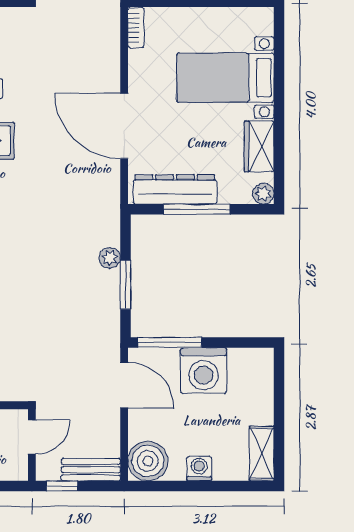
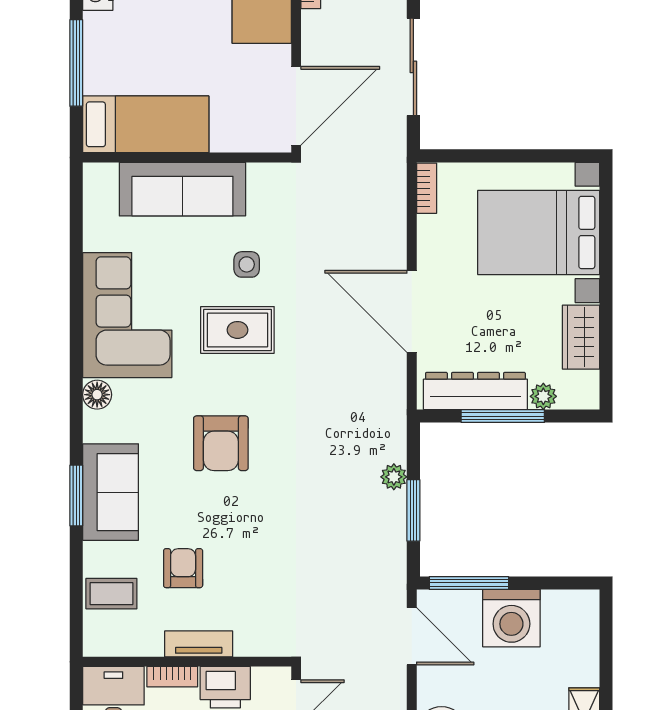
bed with nightstands: (225, 78) -> (539, 232), width x1.36
plant: (263, 194) -> (543, 396), moved

